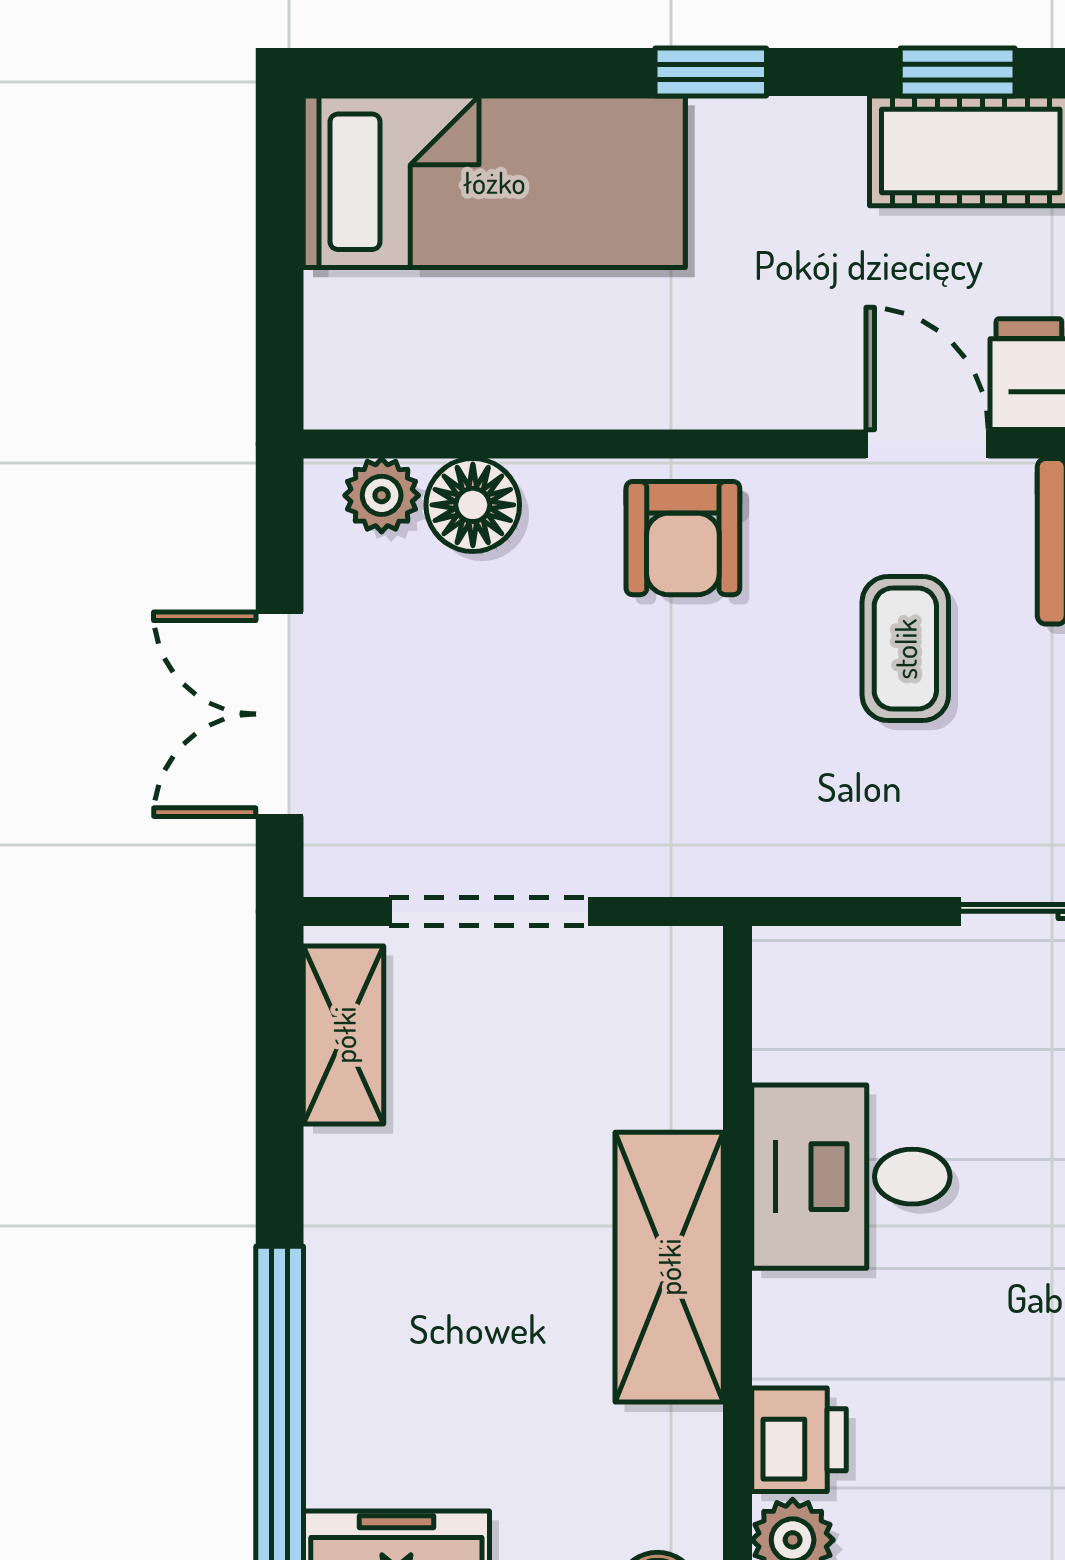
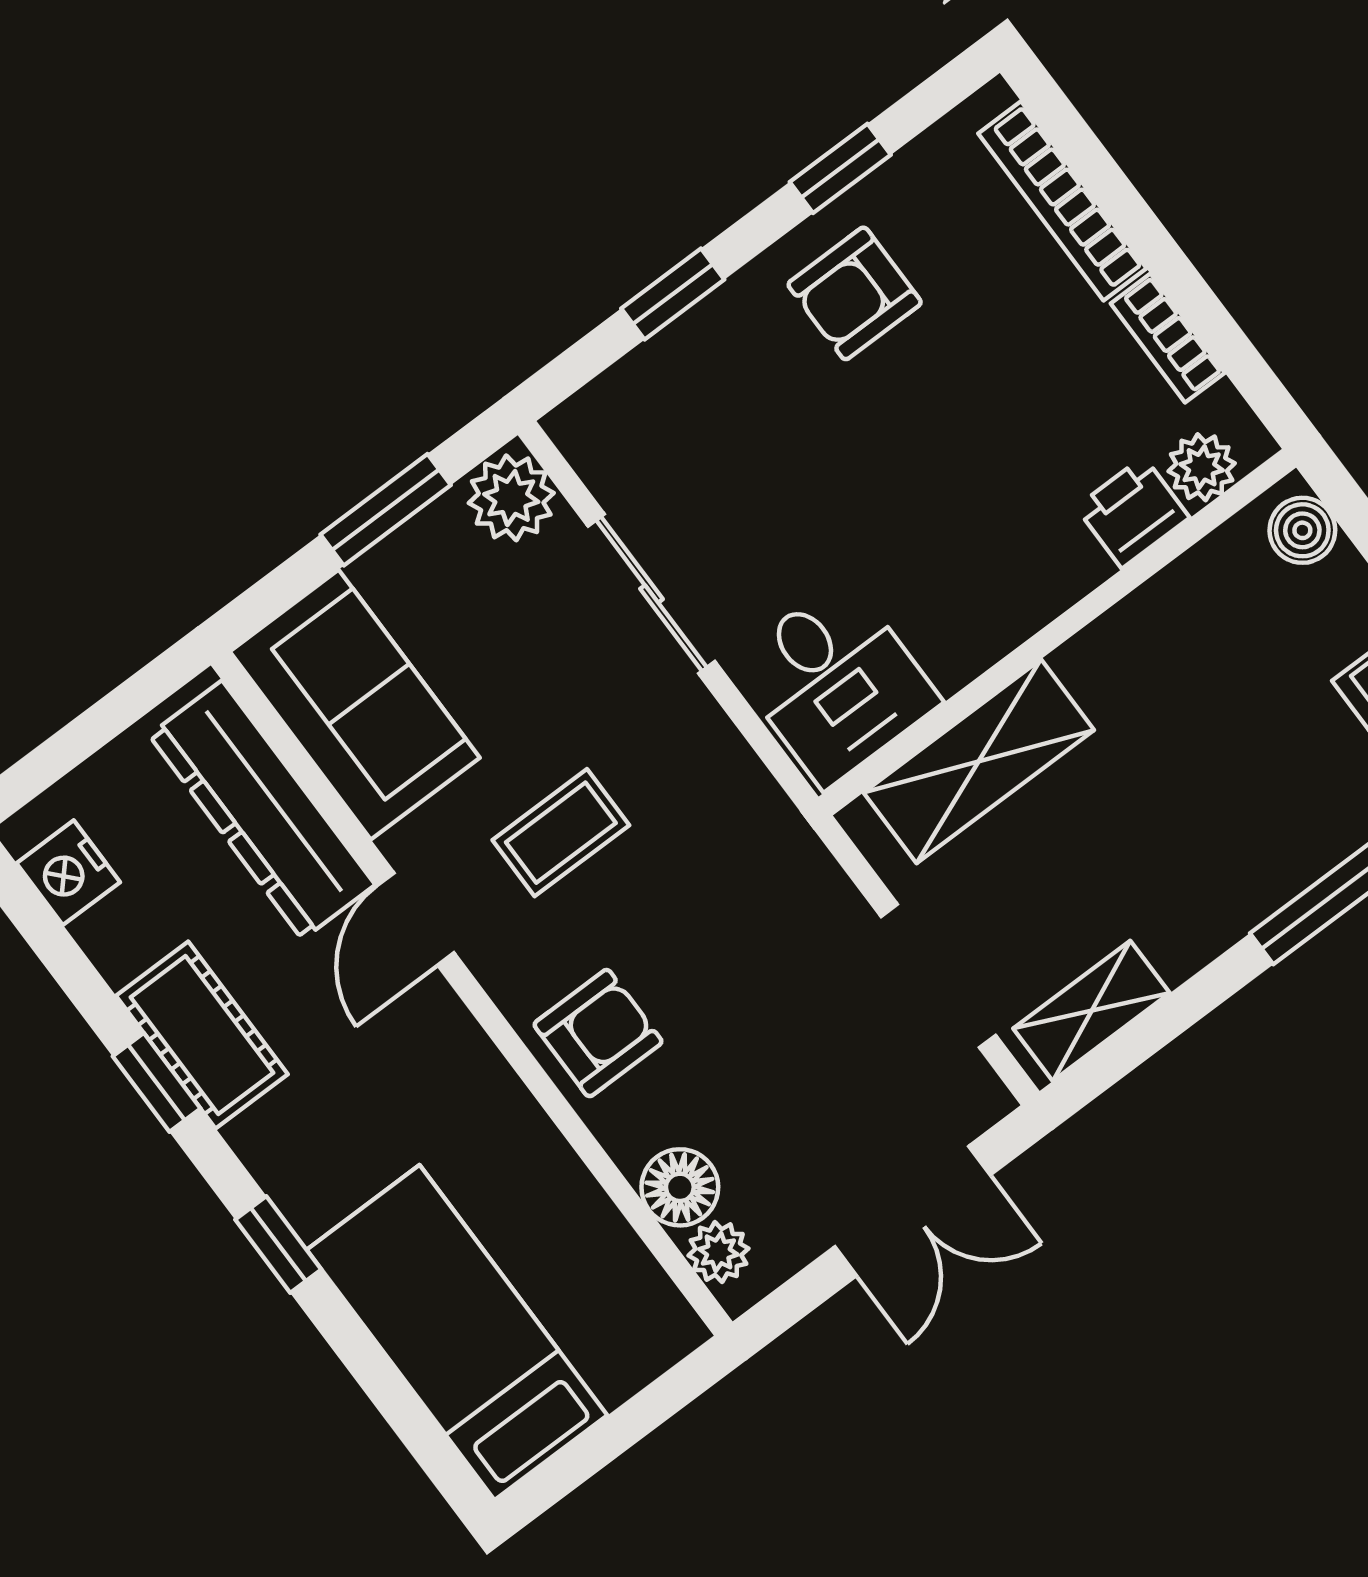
desk: (851, 1177) -> (835, 683), moved
shelving: (669, 1267) -> (979, 761), moved

